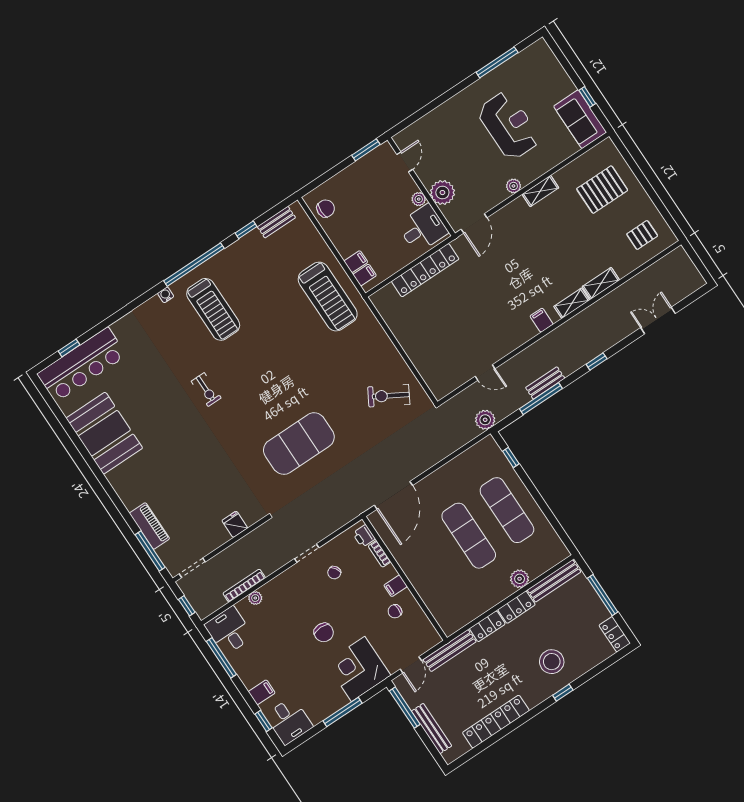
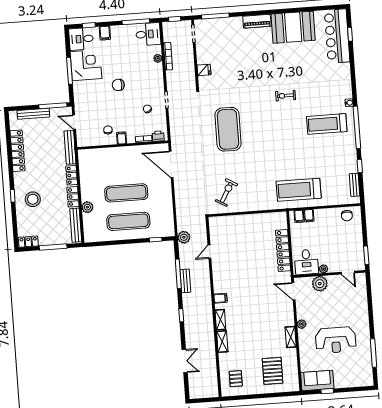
piano: (149, 526) -> (257, 21), moved
corner desk: (358, 669) -> (86, 65), moved

